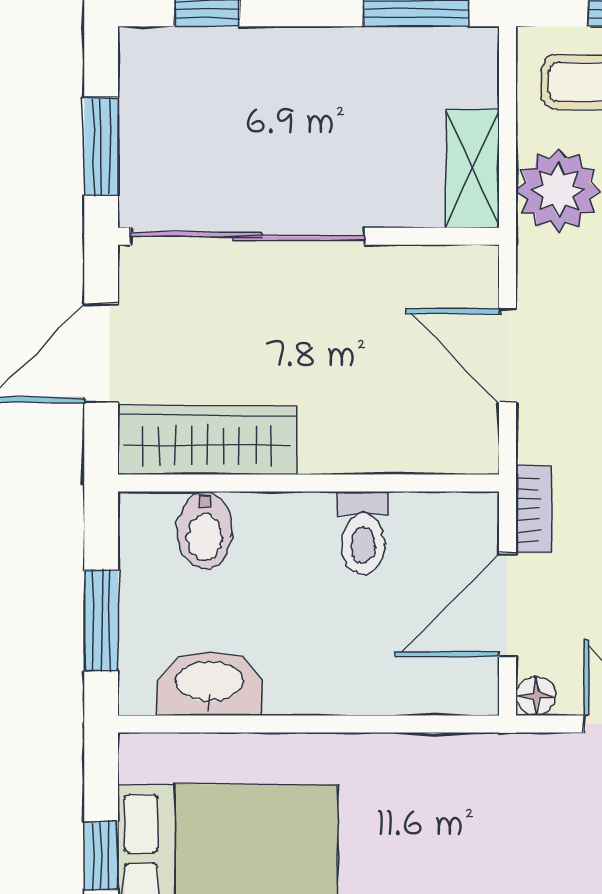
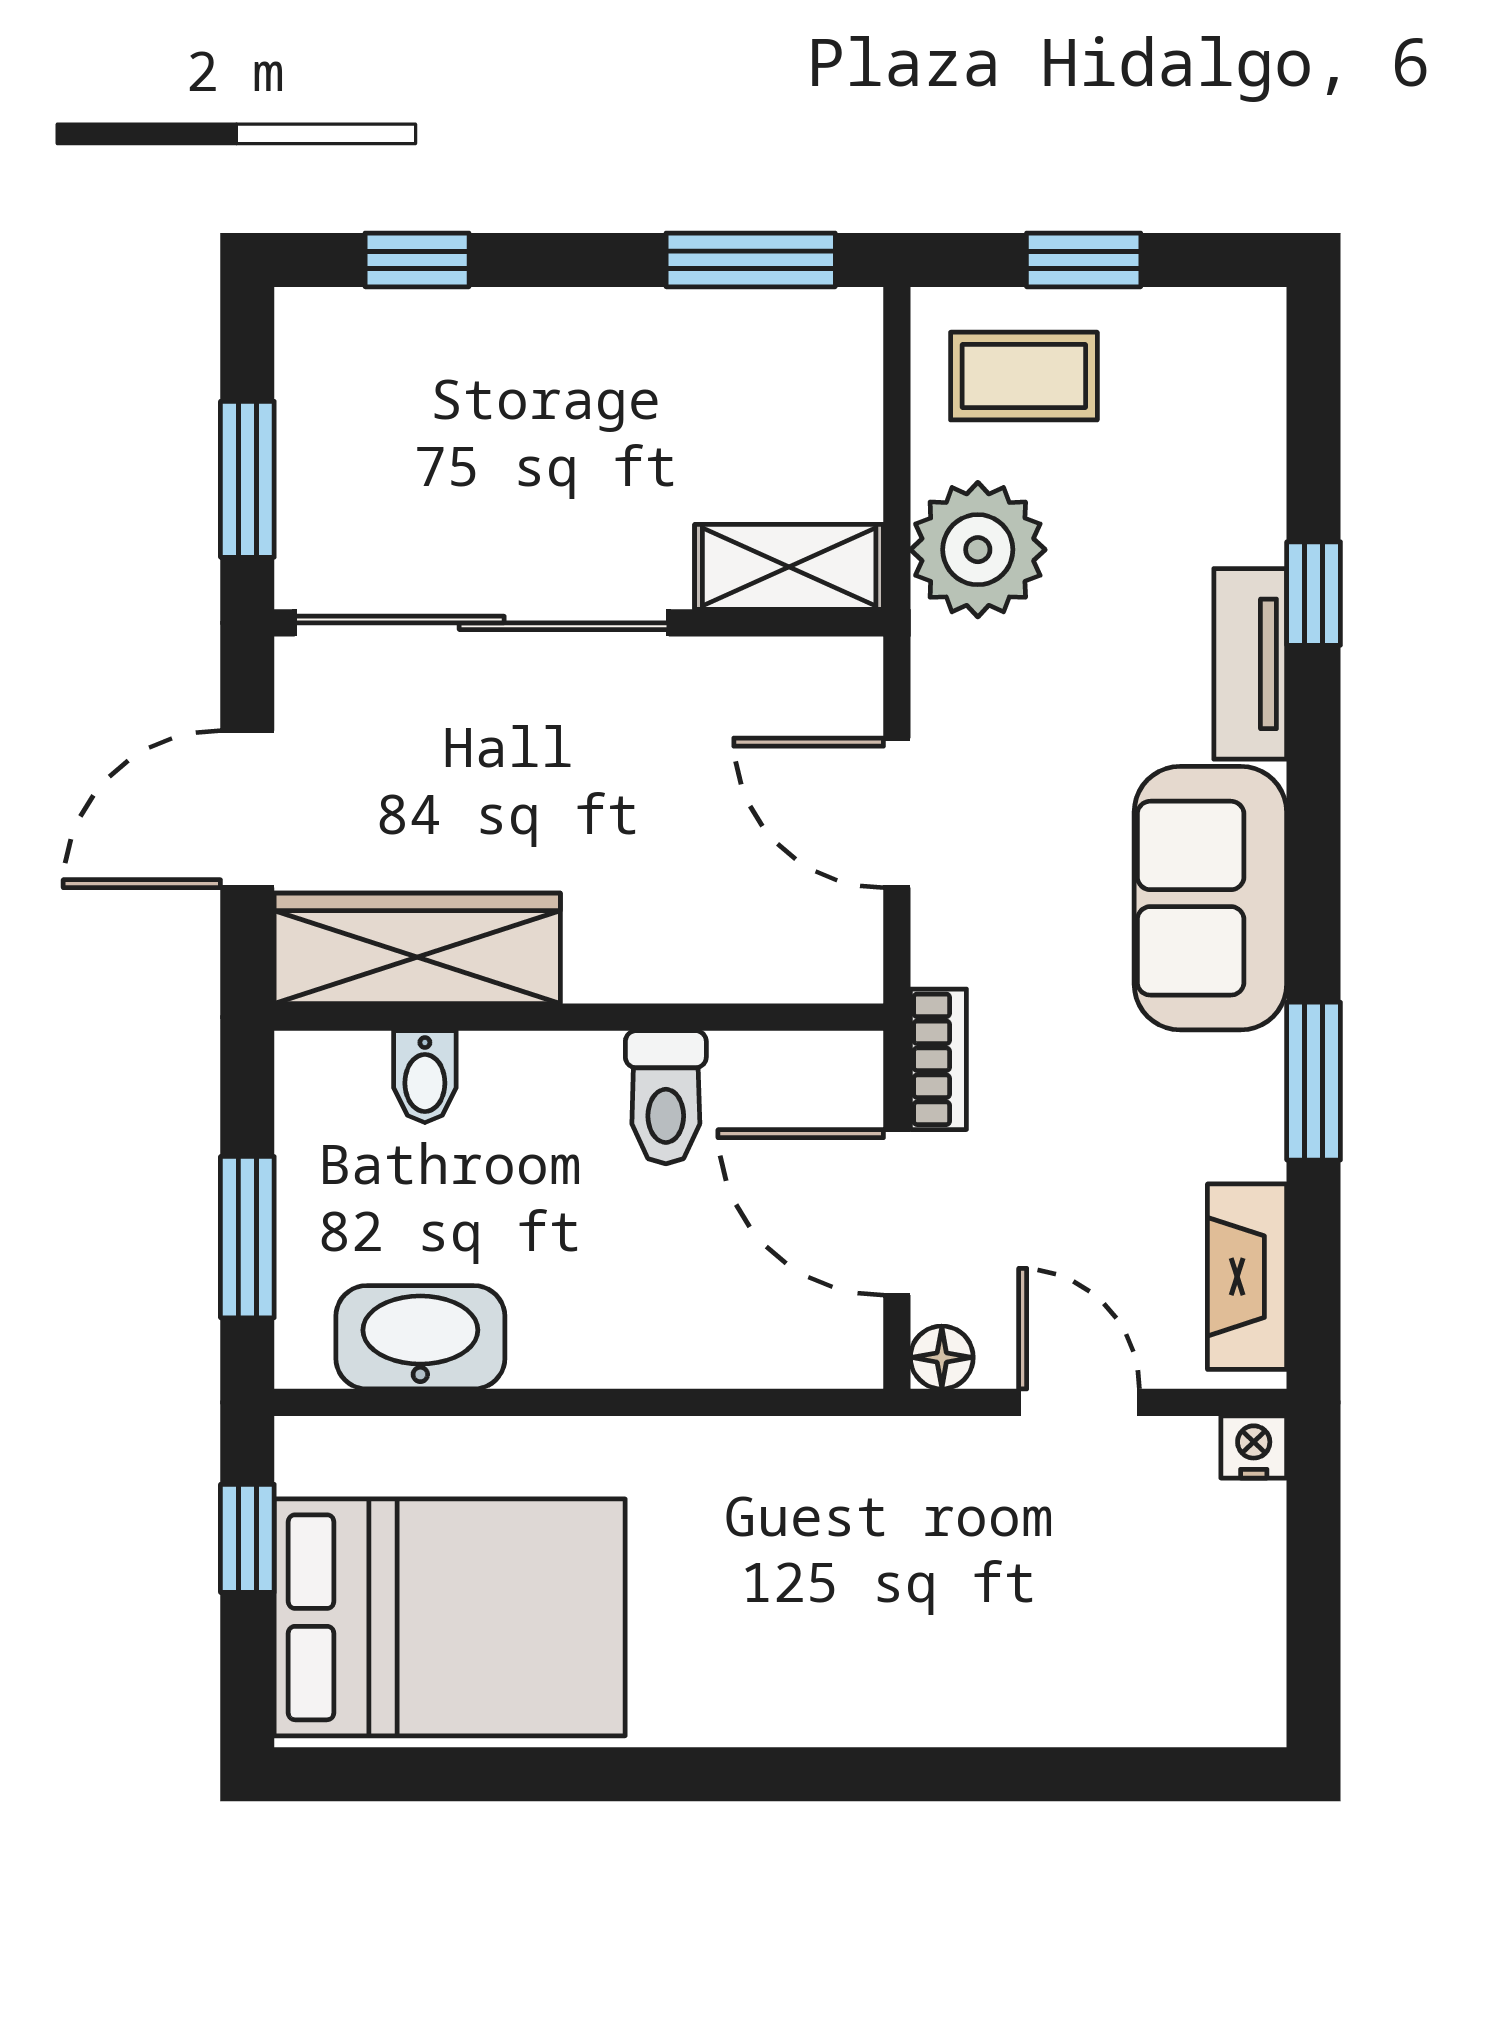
shelving: (473, 169) -> (789, 567), moved, turned 90
bidet: (205, 531) -> (425, 1077), width x0.72, depth x0.74
door: (508, 605) -> (897, 1212), hinge flipped
window: (101, 856) -> (247, 1538), moved

